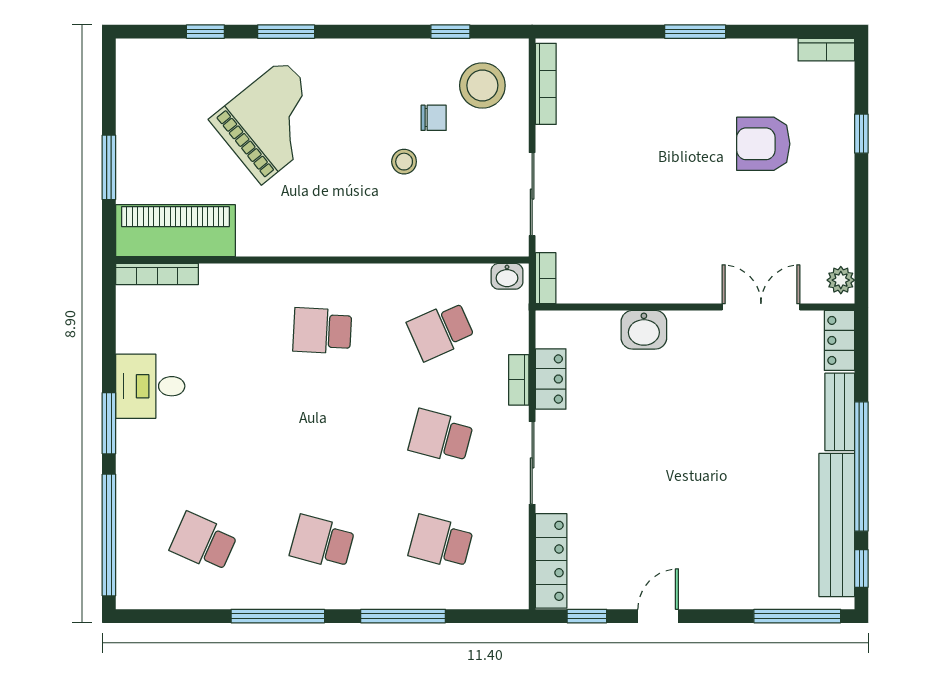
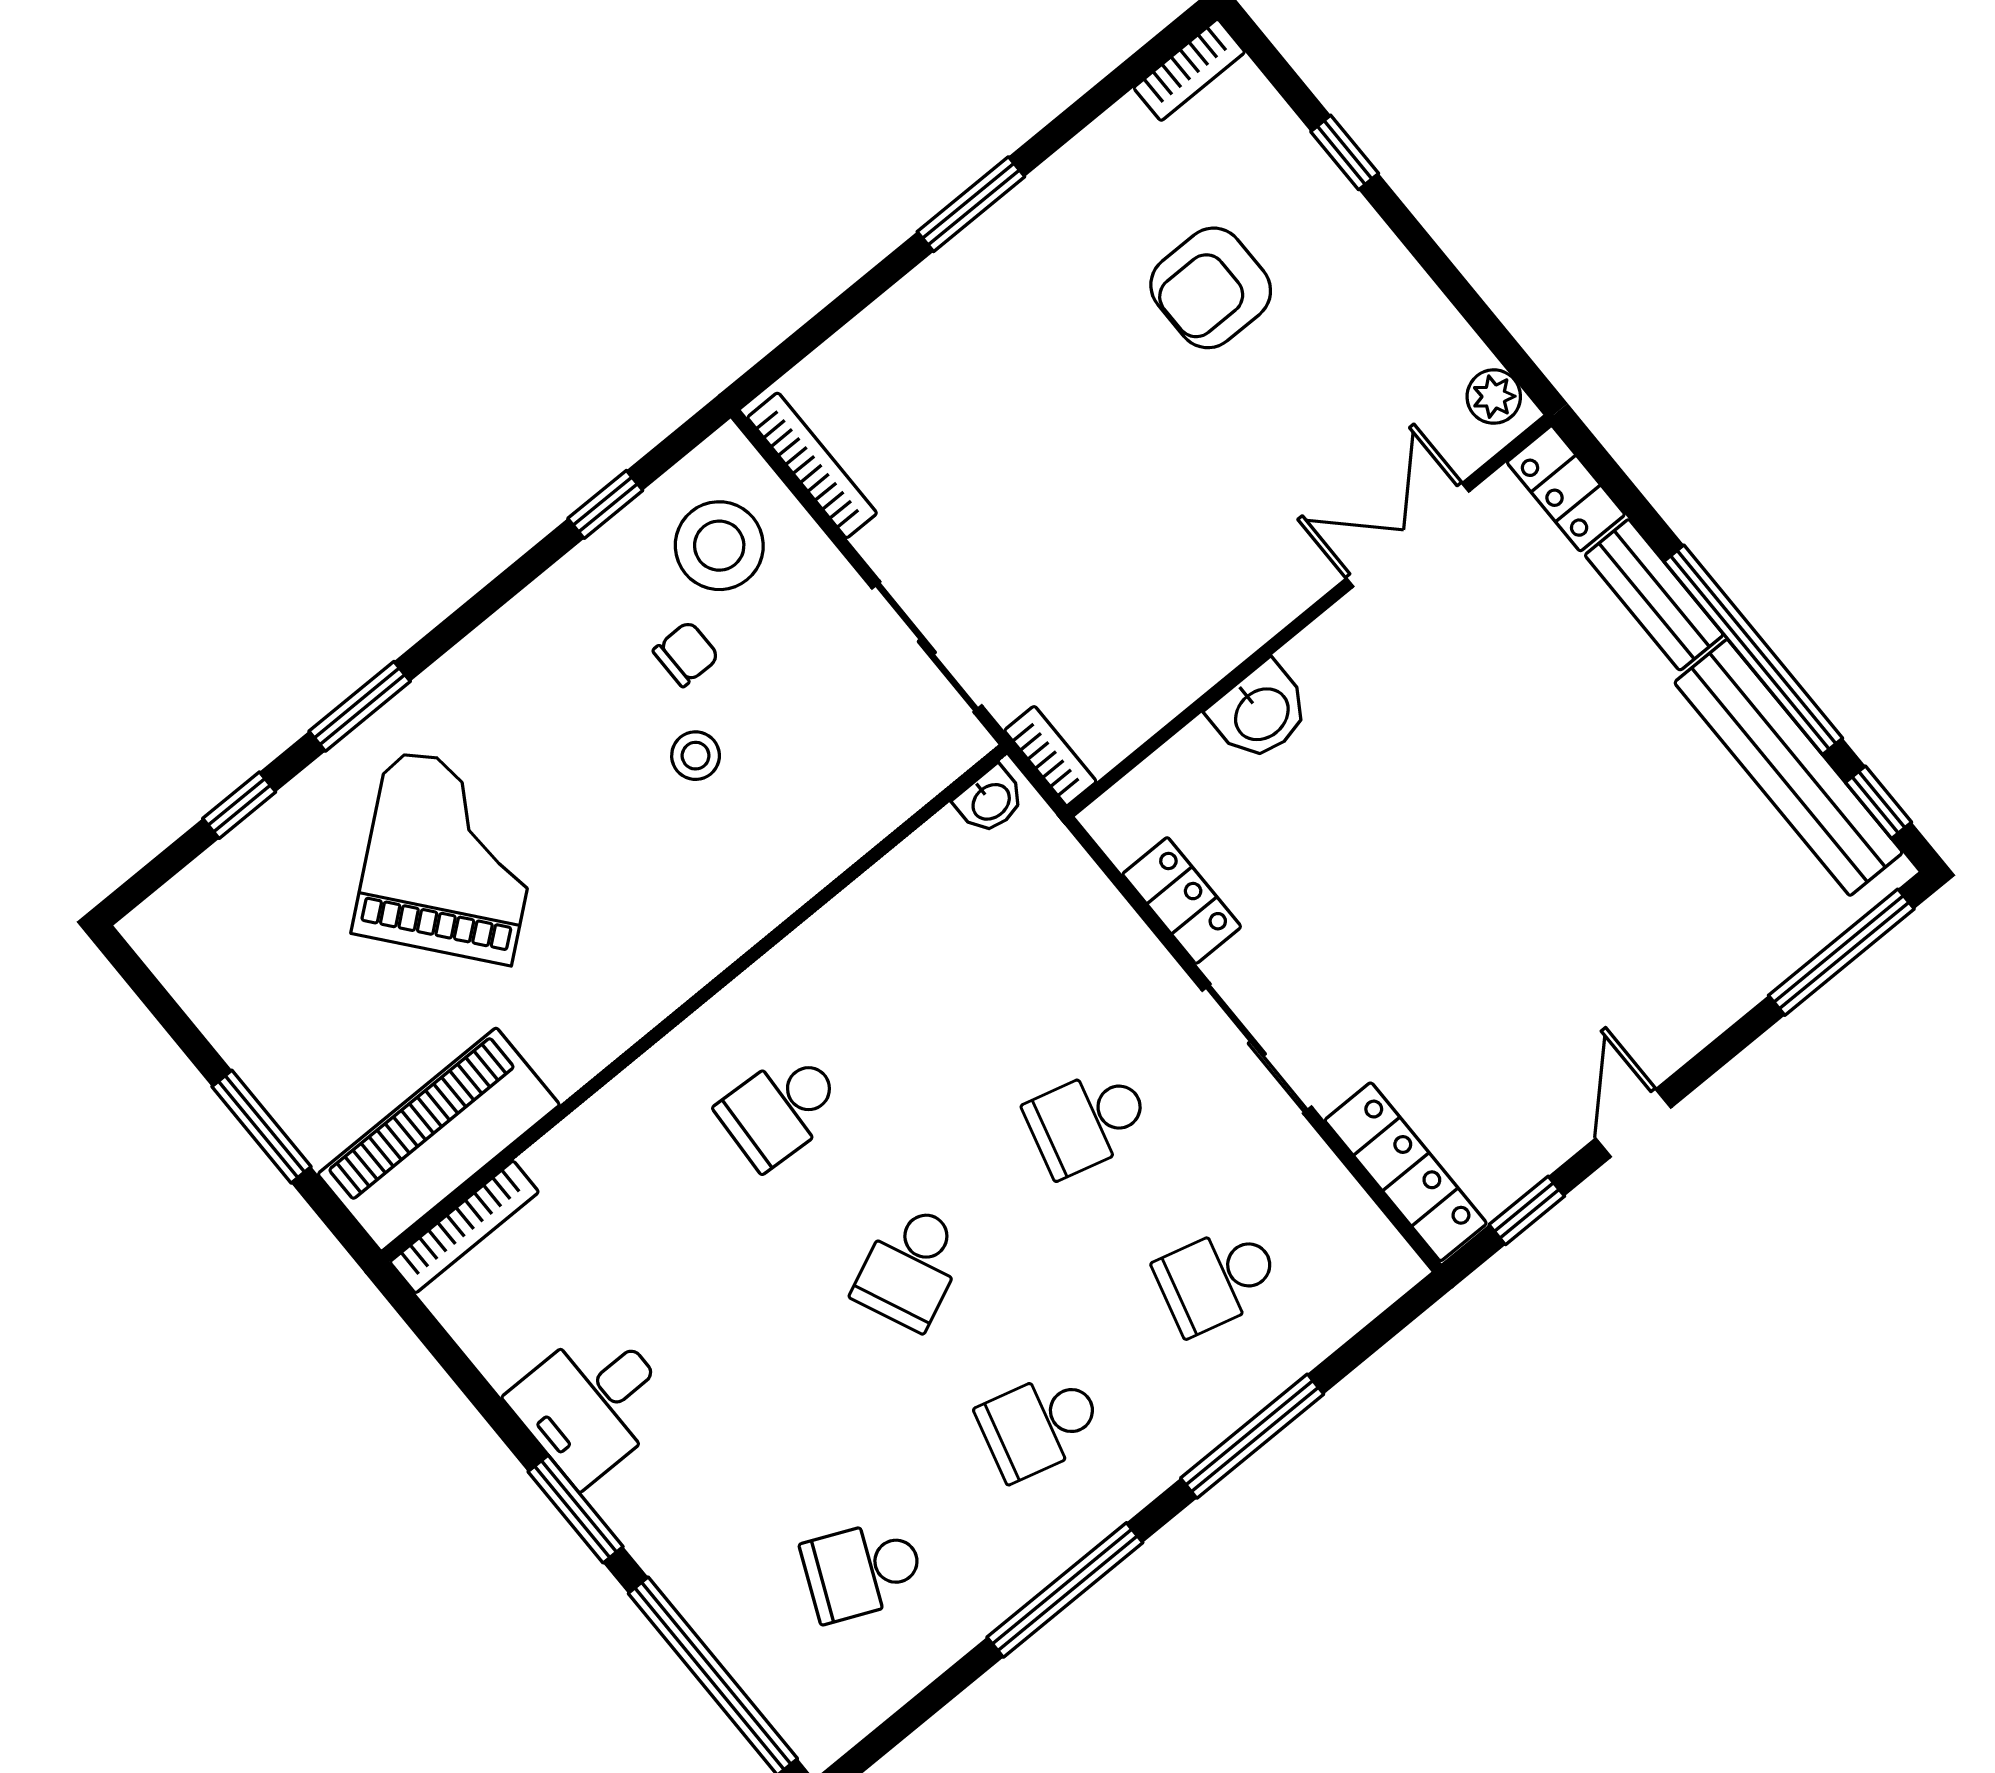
school desk: (441, 331) -> (911, 1267), moved
bookcase: (519, 380) -> (1135, 941), removed

